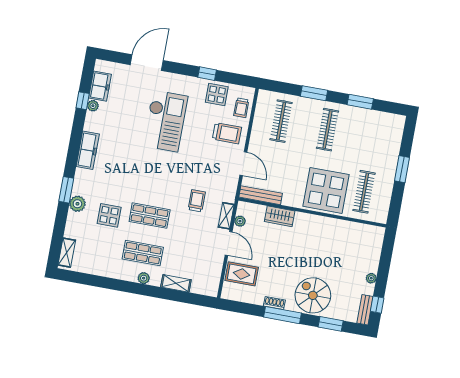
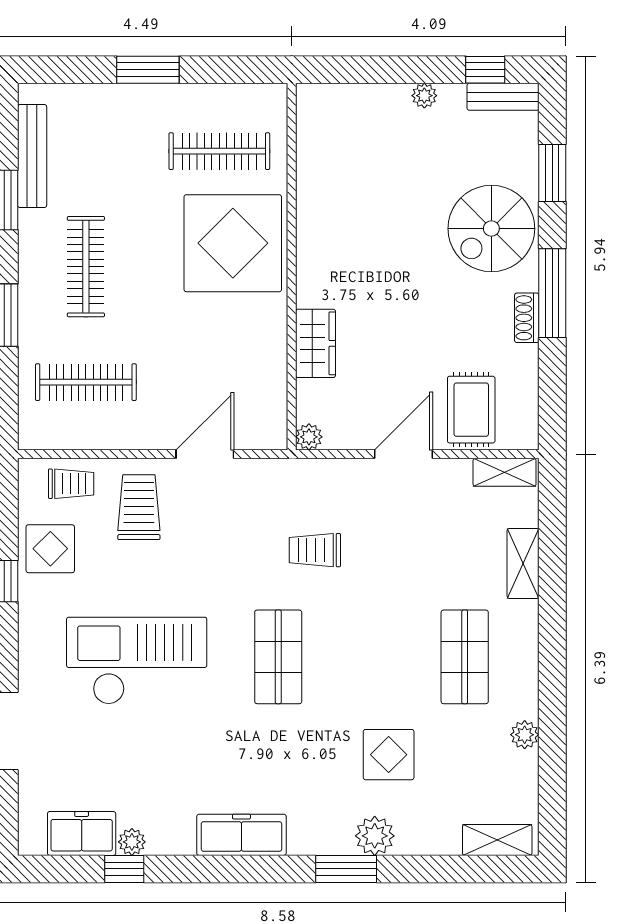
clothes rail: (327, 130) -> (86, 267), turned 90
bench: (261, 195) -> (32, 156), moved
shop shelf: (150, 216) -> (278, 657), moved
shelving: (226, 216) -> (505, 472), moved
plant: (240, 221) -> (309, 437), moved
plant: (144, 278) -> (525, 735), moved

